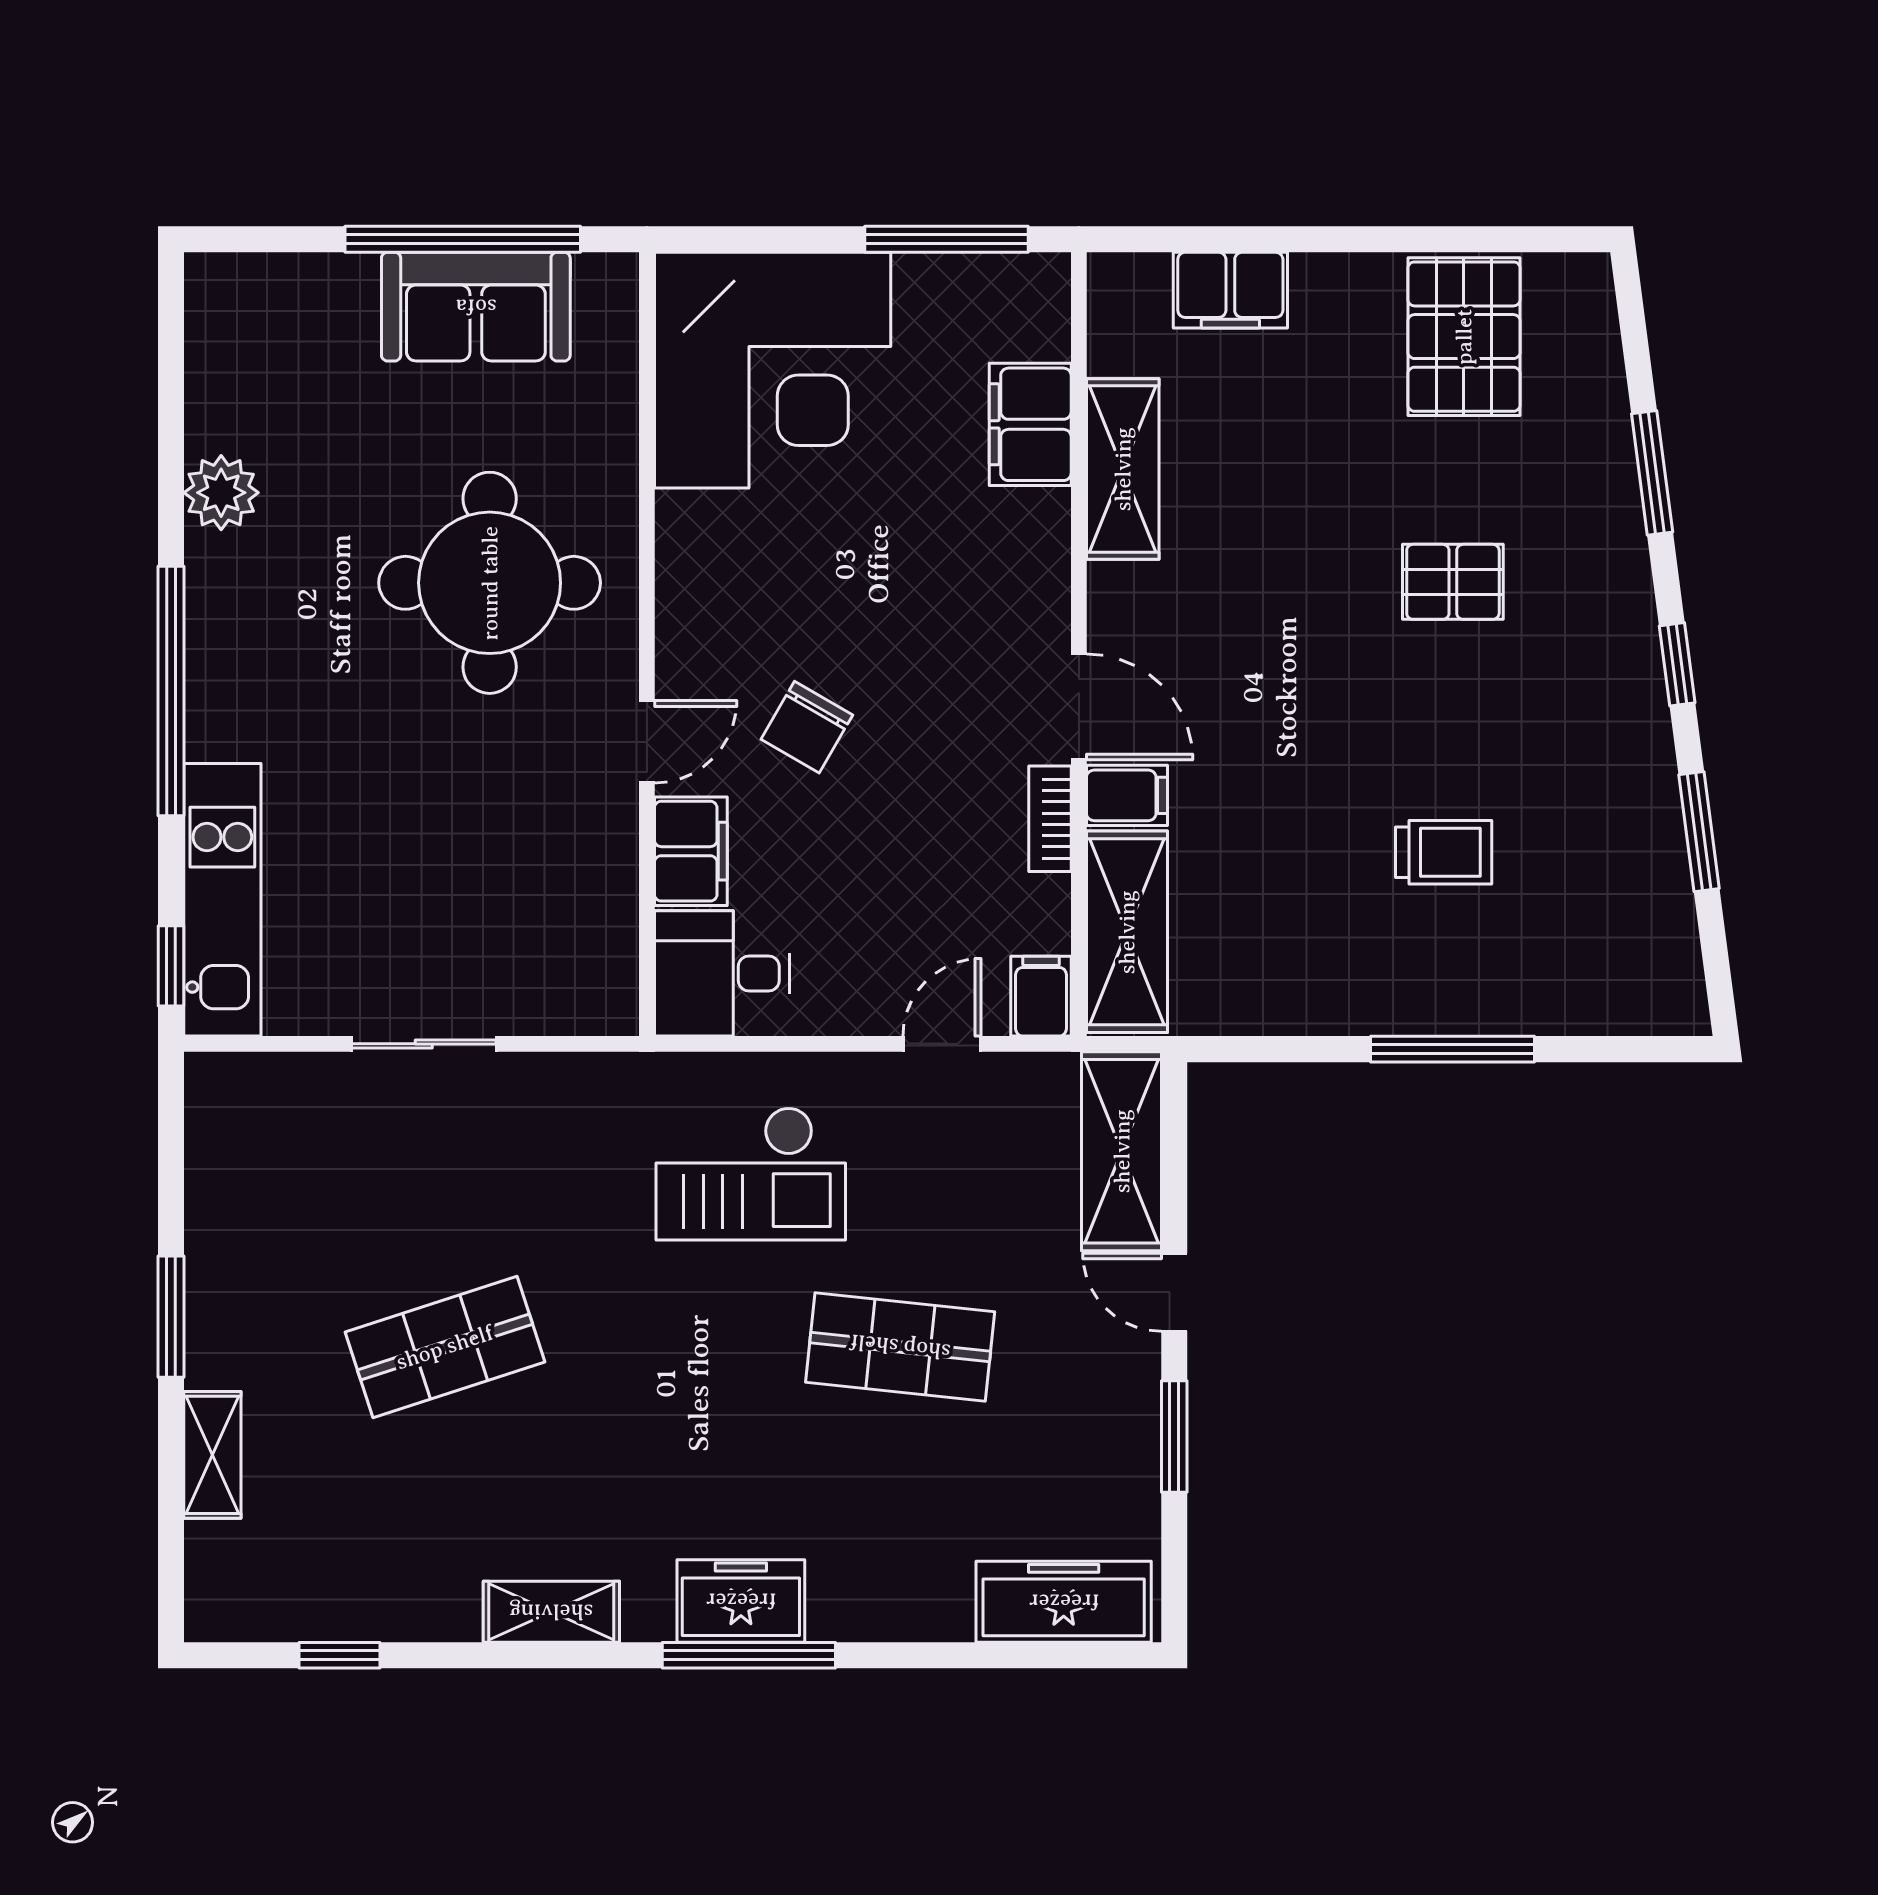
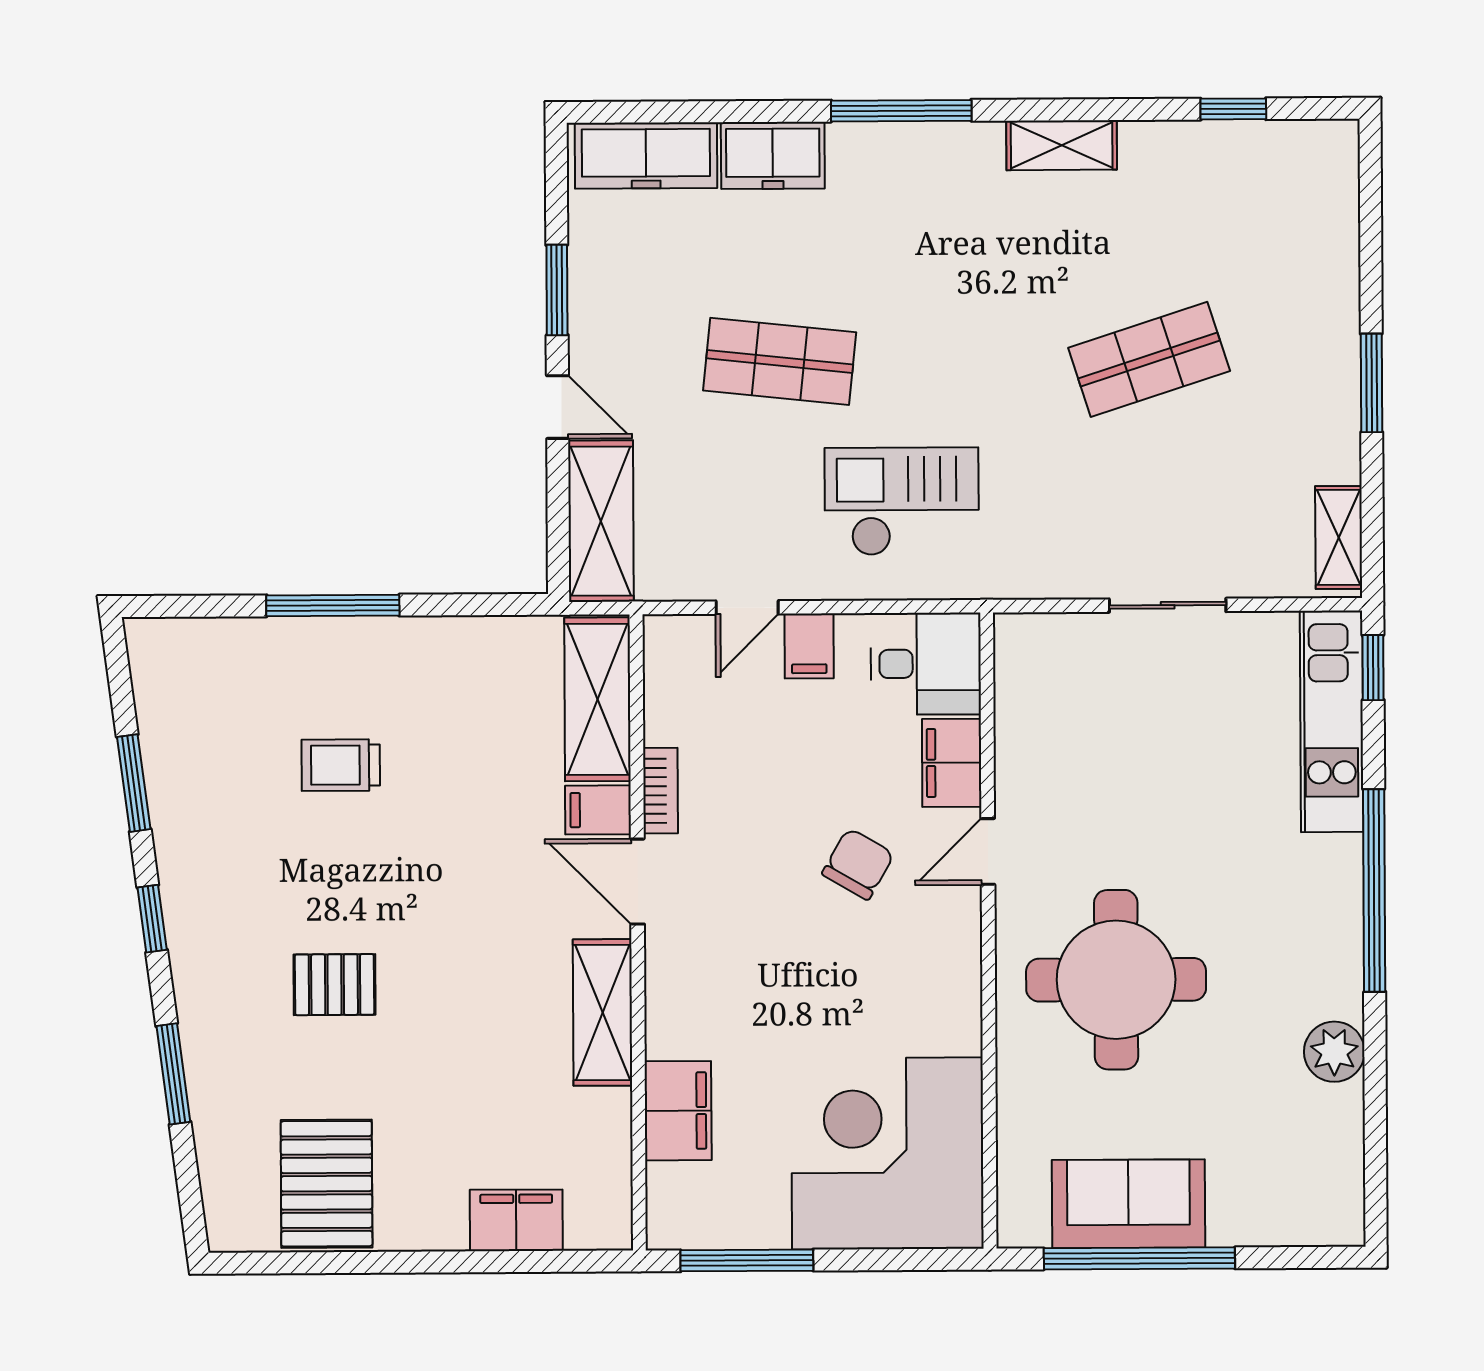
shelving: (1123, 469) -> (603, 1012), moved
filing cabinet: (1041, 996) -> (809, 646), moved
shelving: (212, 1455) -> (1339, 537), moved
freezer: (741, 1601) -> (773, 155), moved

